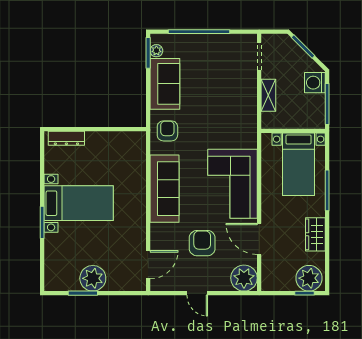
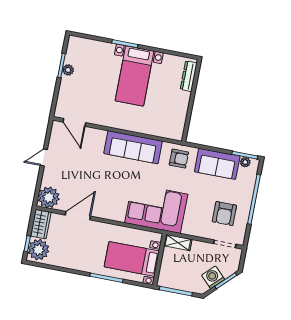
washing machine: (315, 83) -> (213, 277), moved, turned -45
shelving: (268, 95) -> (178, 243), moved
corner sofa: (233, 184) -> (156, 208), moved
wardrobe: (315, 234) -> (41, 224), moved, turned 90
armchair: (202, 243) -> (224, 214), moved, turned 90
plant: (93, 278) -> (68, 70), width x0.53, depth x0.53

